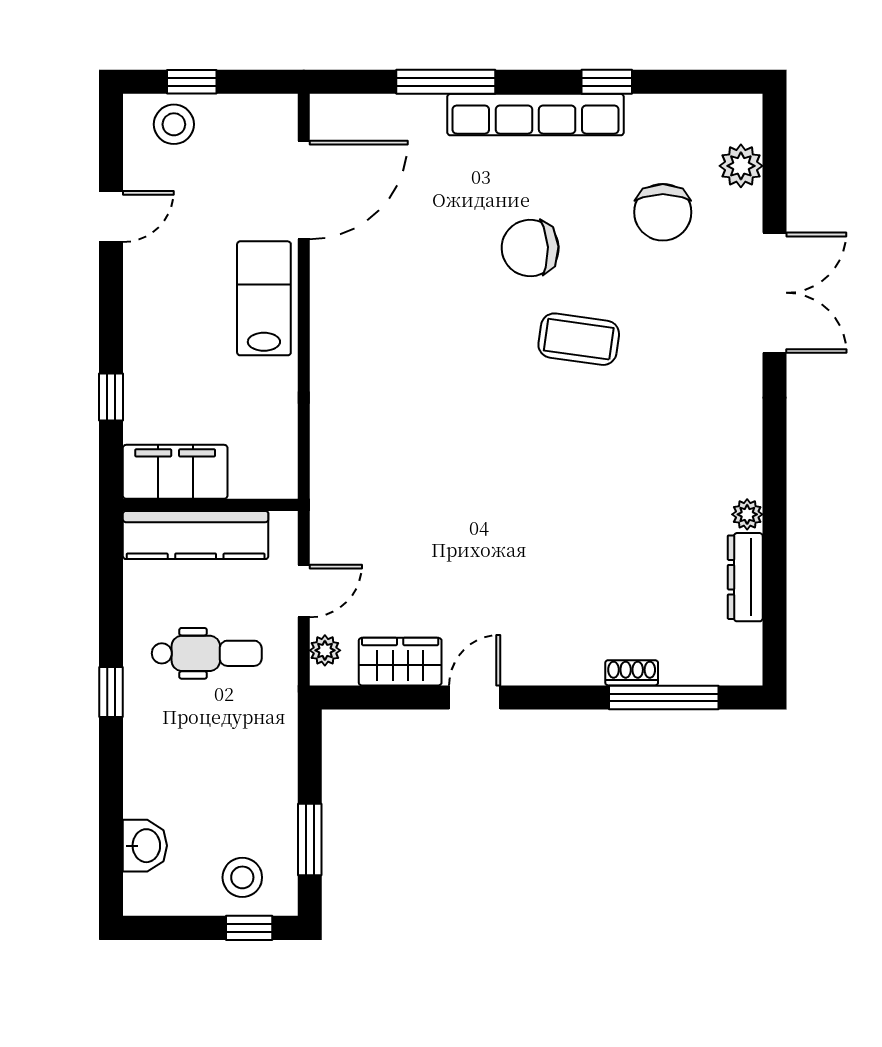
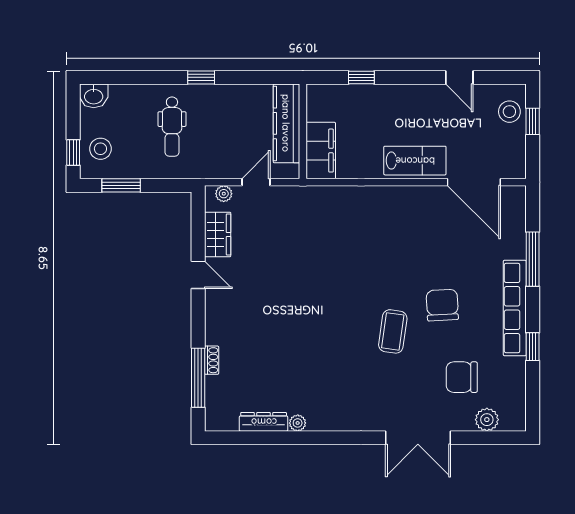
filing cabinet: (175, 472) -> (321, 151), moved
door: (304, 591) -> (256, 182), swing flipped
dental chair: (207, 653) -> (172, 127), moved
washbasin: (145, 846) -> (94, 96), moved

